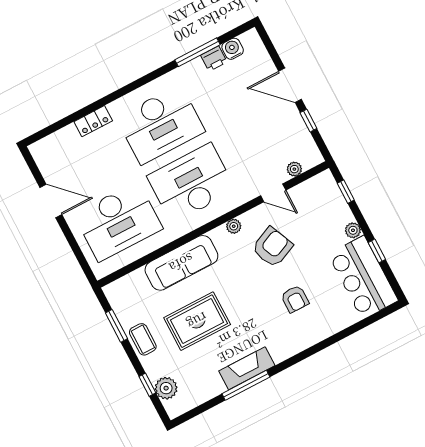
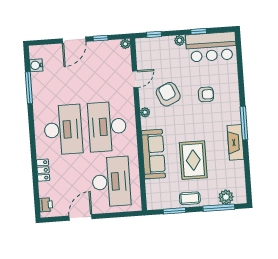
printer: (214, 59) -> (46, 205), moved
plant: (294, 169) -> (125, 44), moved
window: (147, 385) -> (219, 208), width x2.17
window: (246, 385) -> (244, 123), moved

